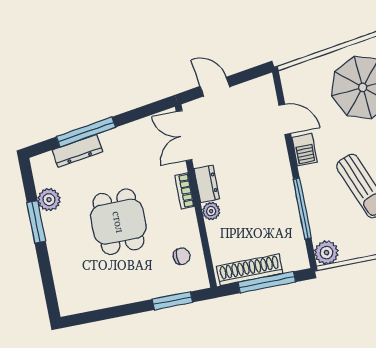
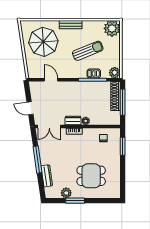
door: (215, 87) -> (30, 108), hinge flipped
door: (285, 119) -> (51, 80), hinge flipped
window: (86, 132) -> (37, 160), moved
barbecue: (305, 150) -> (94, 73), moved
dining table: (118, 222) -> (91, 176), moved
shoe rack: (250, 270) -> (116, 96), moved

